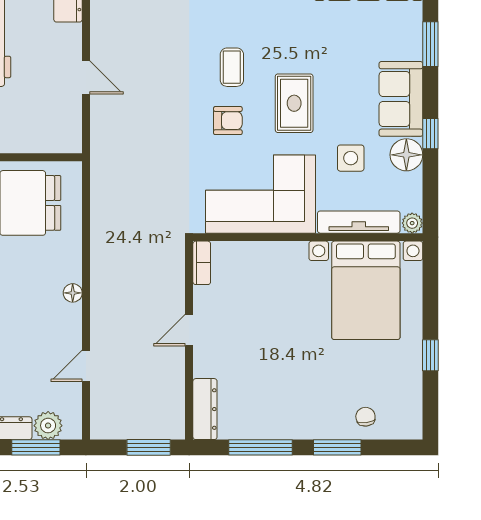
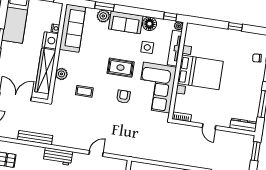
plant: (408, 45) -> (103, 16), added
coffee table: (232, 67) -> (84, 91), moved
window: (430, 134) -> (170, 17), moved
bed with nightstands: (366, 290) -> (200, 72), moved

